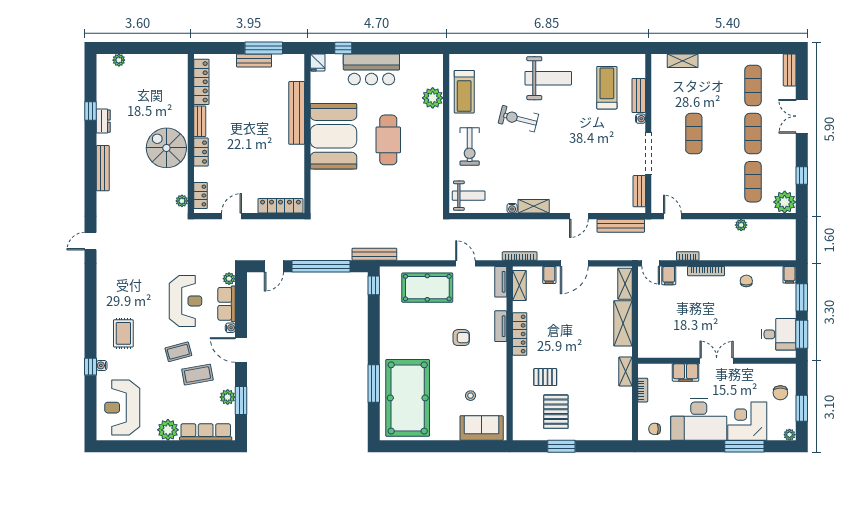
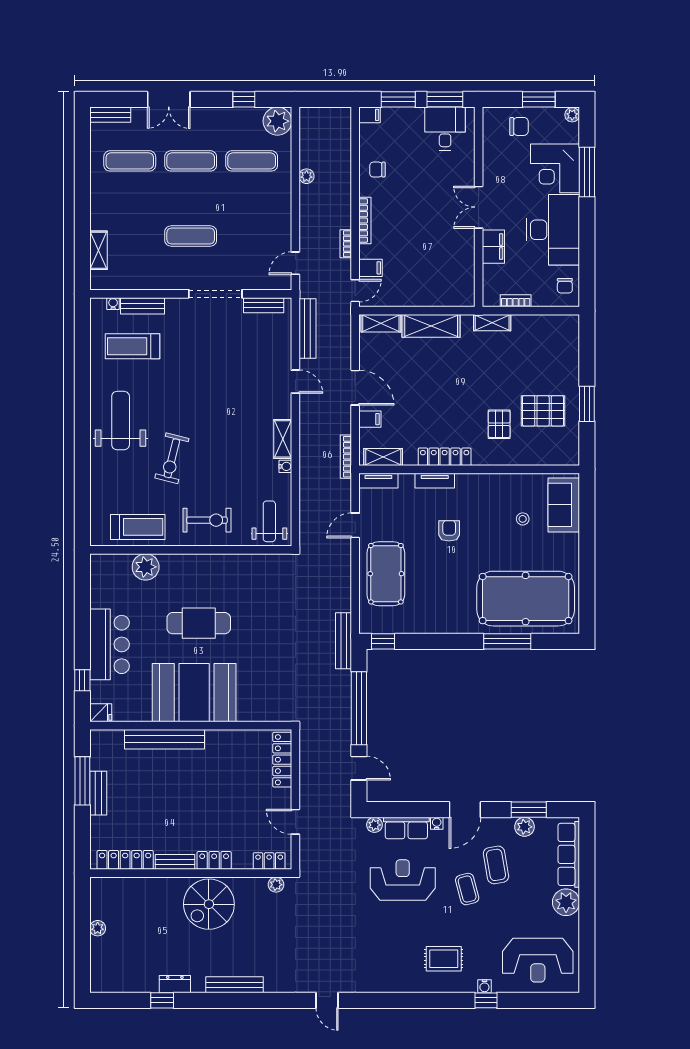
plant: (119, 60) -> (98, 928), moved
water cooler: (640, 119) -> (113, 304), moved

